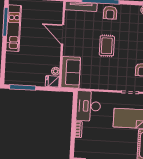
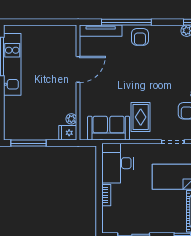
door: (63, 34) -> (78, 69), swing flipped
rug: (107, 46) -> (141, 117), moved
sofa: (71, 72) -> (109, 128), moved, turned -90

